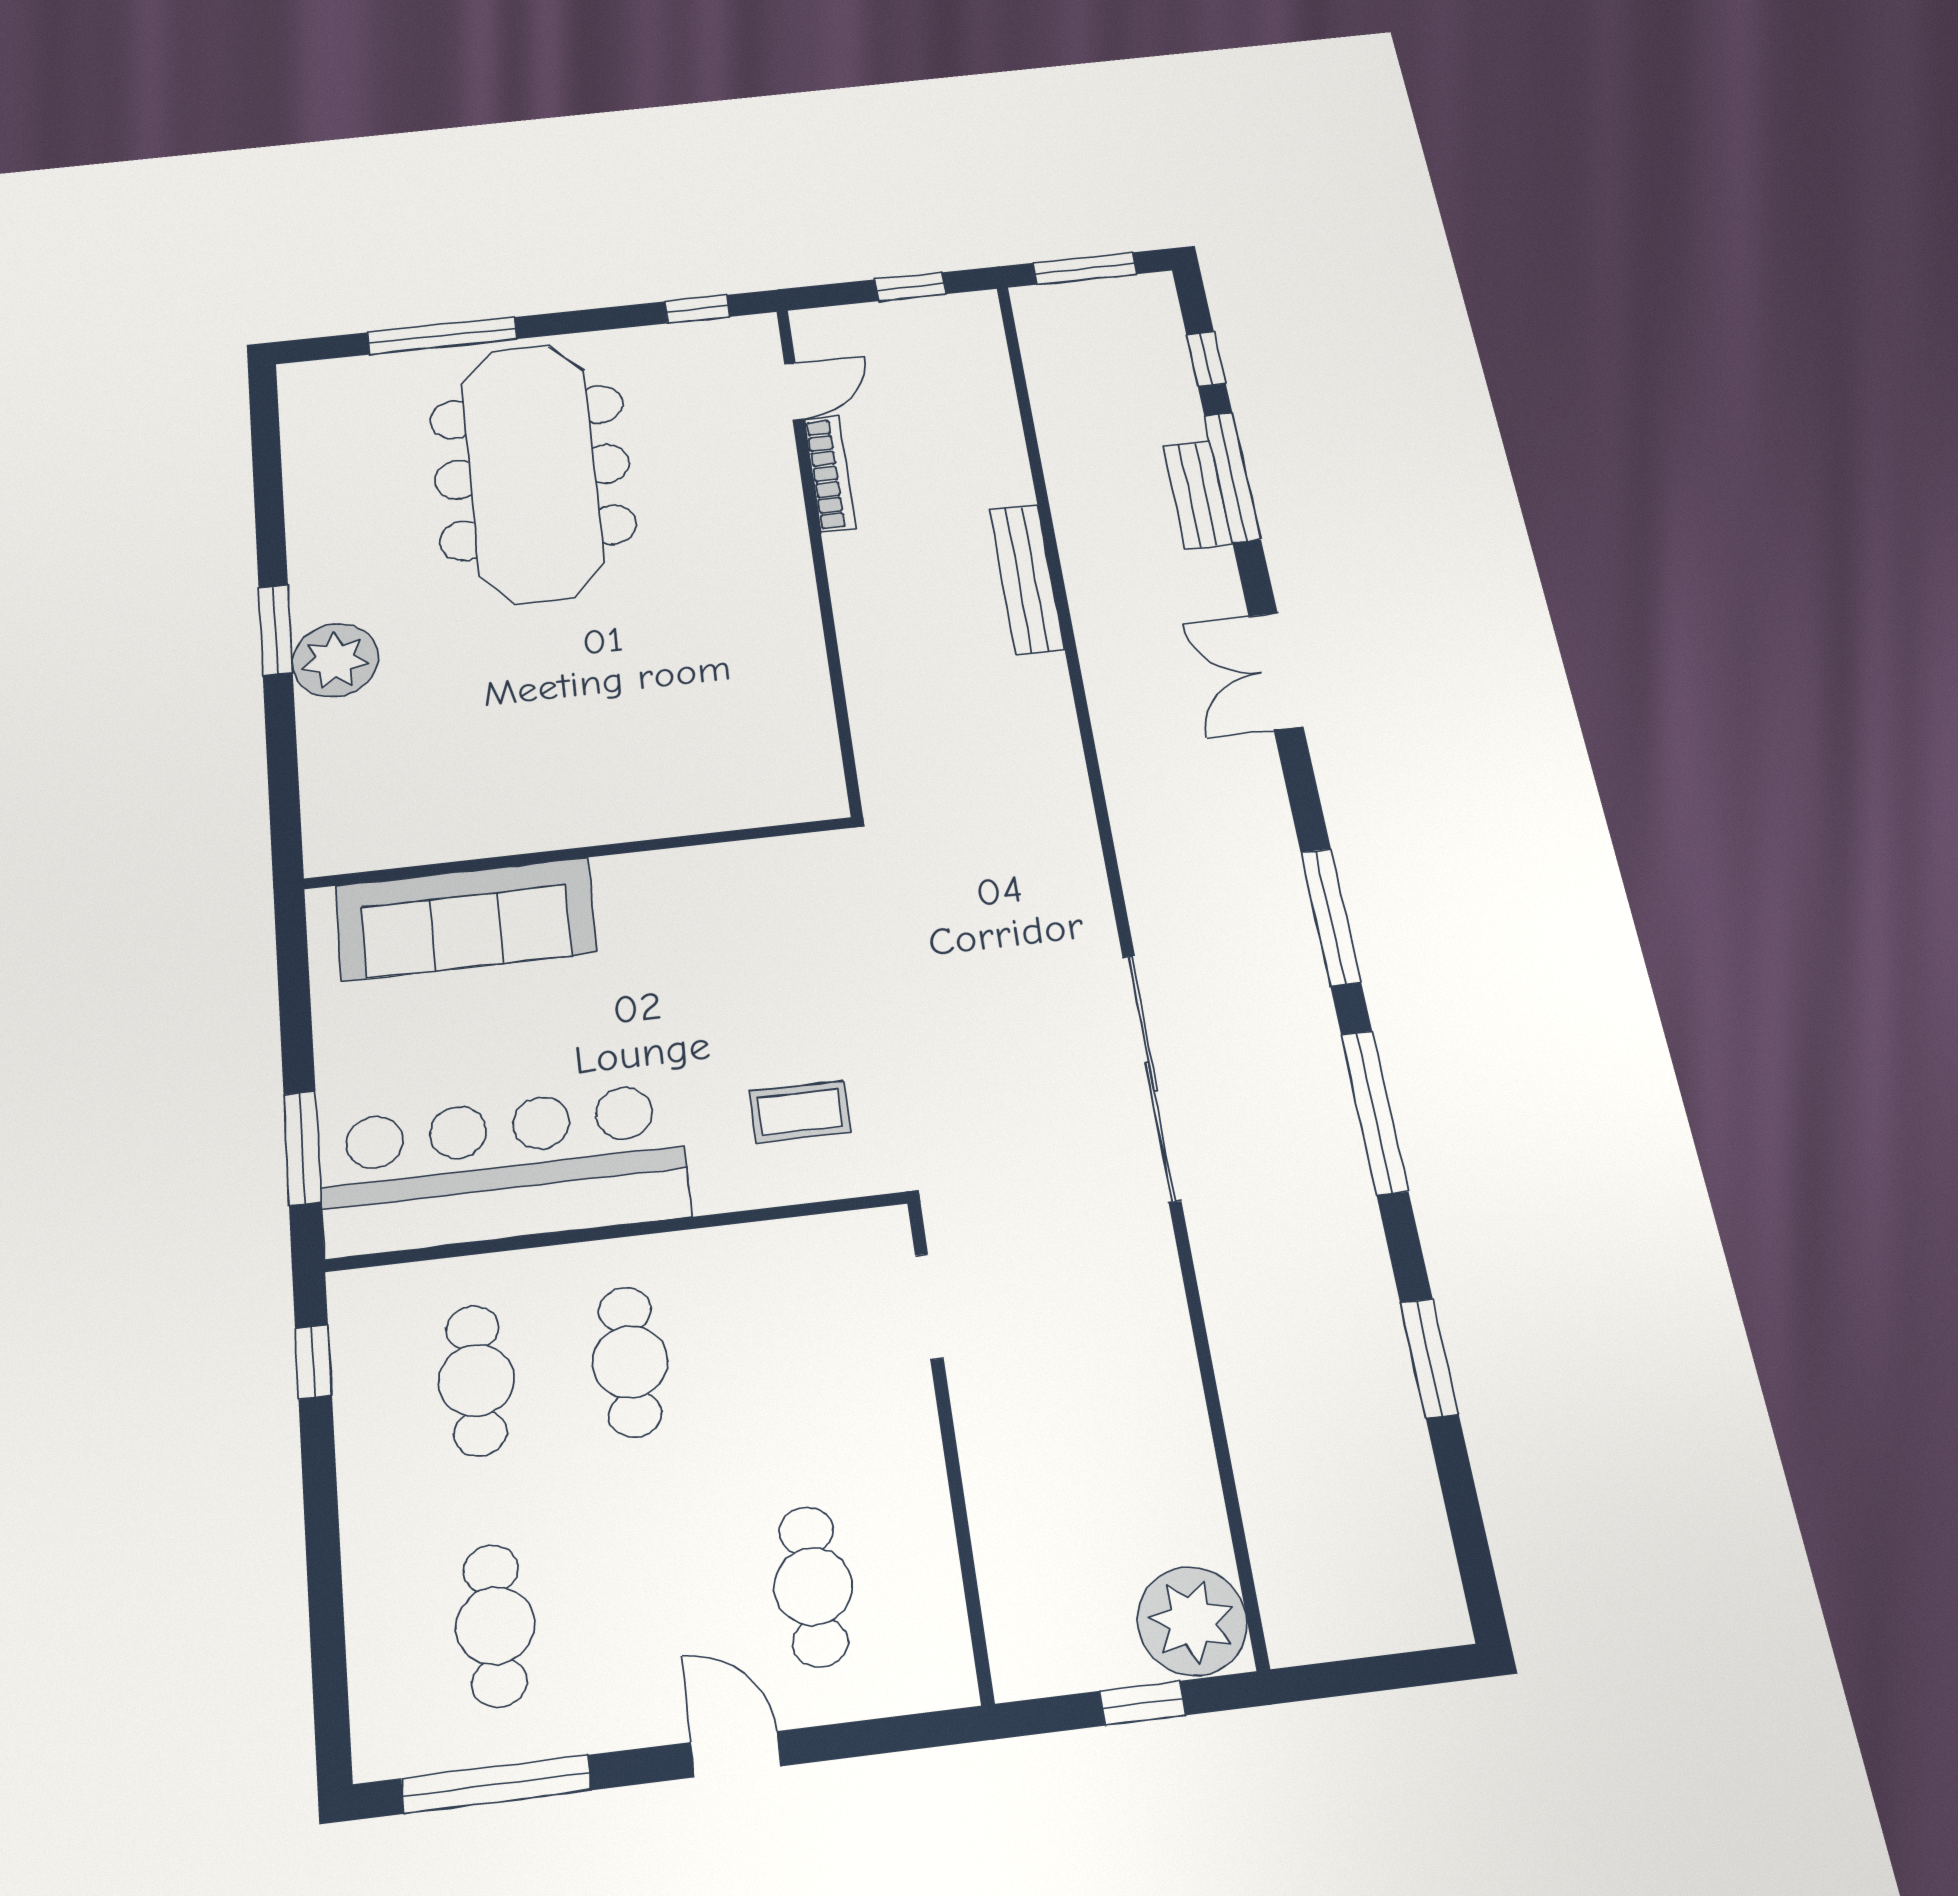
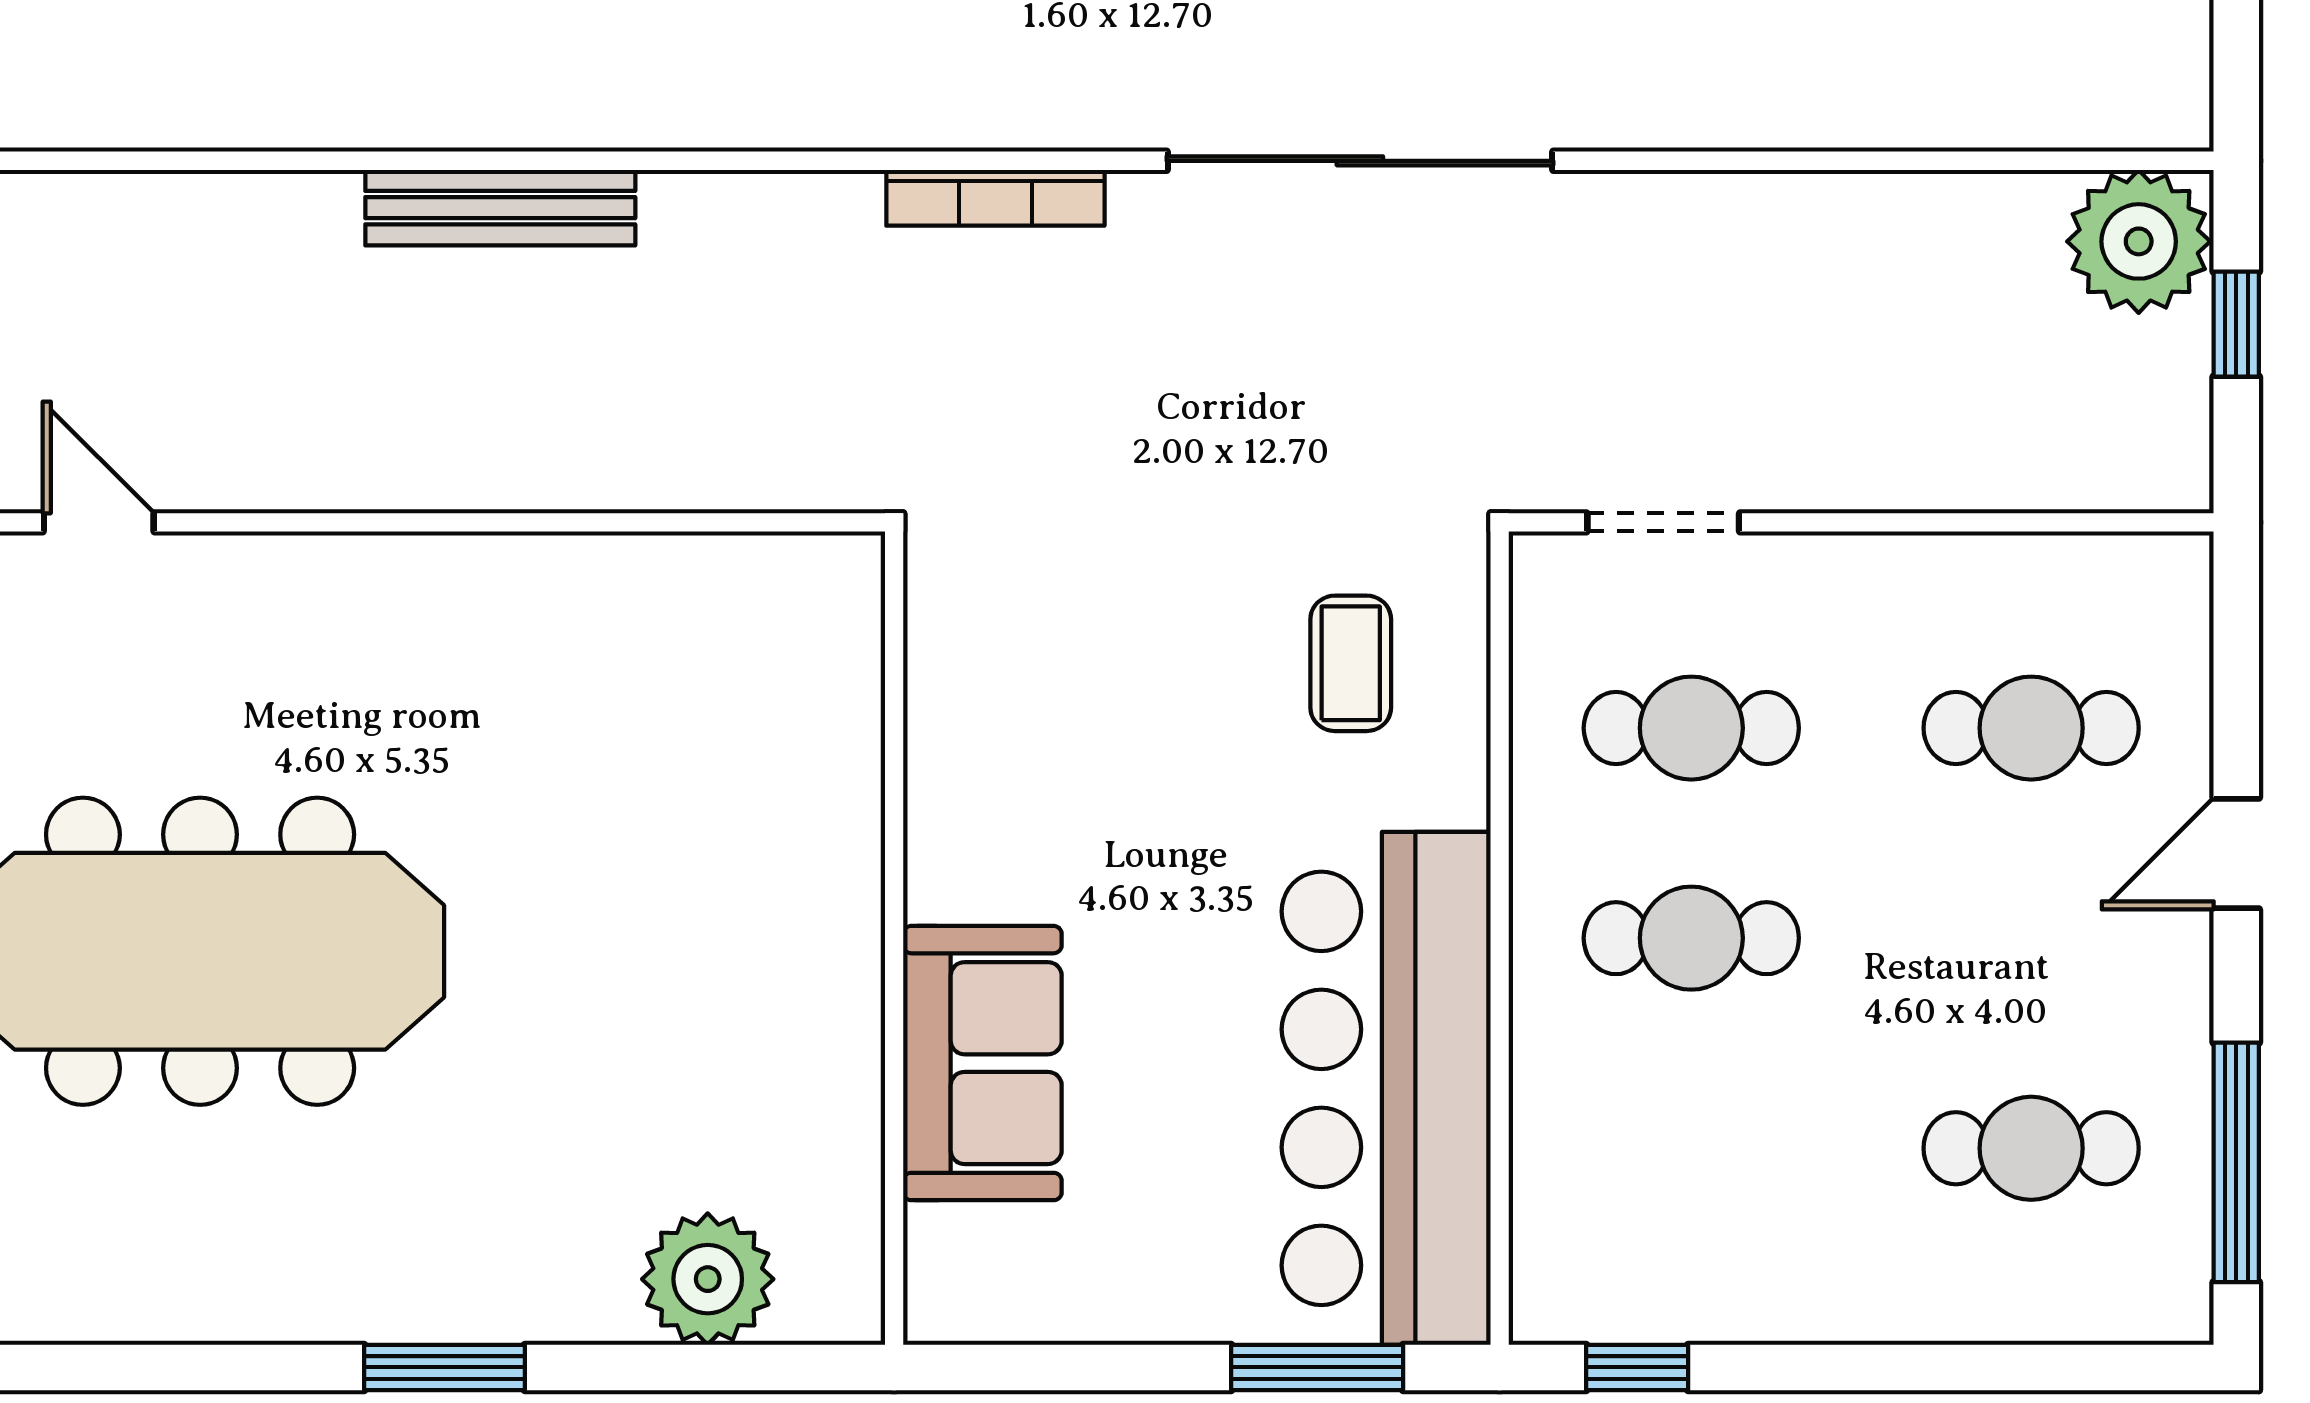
bookcase: (830, 474) -> (995, 198), moved, turned 180
plant: (335, 660) -> (708, 1279), moved
sofa: (466, 919) -> (982, 1063), width x0.73
cafe table: (476, 1380) -> (1691, 728), moved

